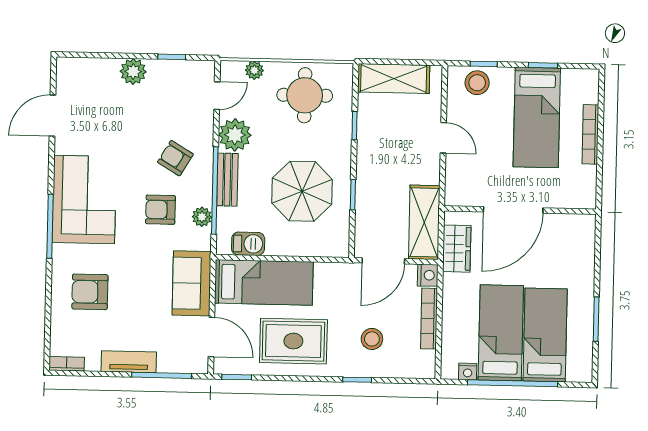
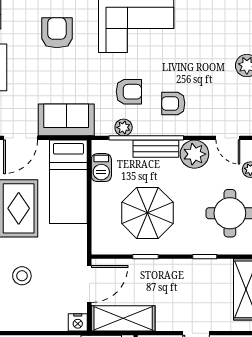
armchair: (175, 158) -> (173, 103), turned -121
armchair: (160, 210) -> (129, 92), turned 90
door: (383, 261) -> (89, 284), swing flipped
bookcase: (429, 319) -> (41, 324), removed

